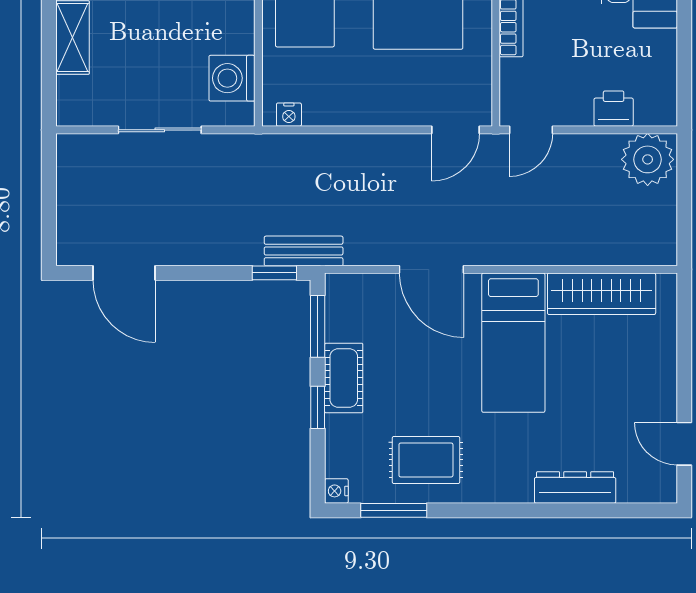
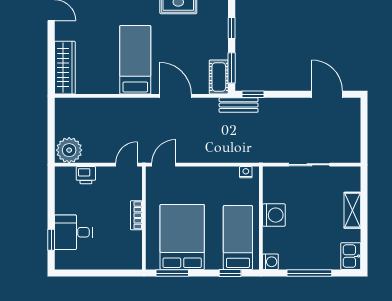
washing machine: (232, 78) -> (274, 215), moved
wardrobe: (602, 294) -> (65, 68), moved, turned 90
cot: (344, 378) -> (219, 77), moved

